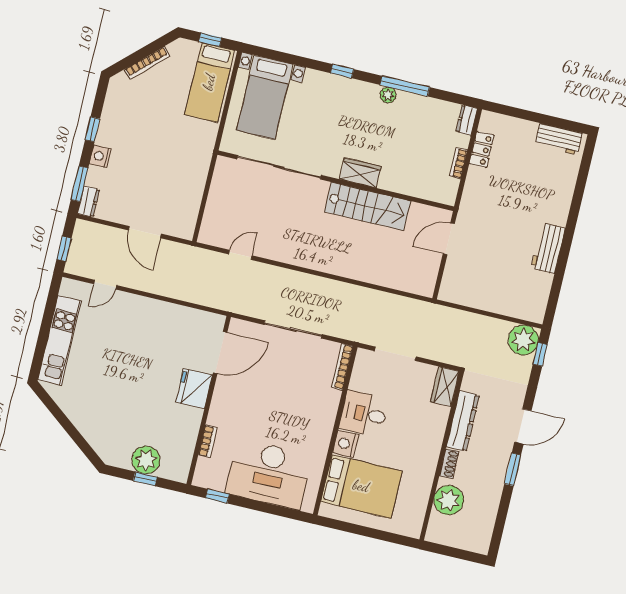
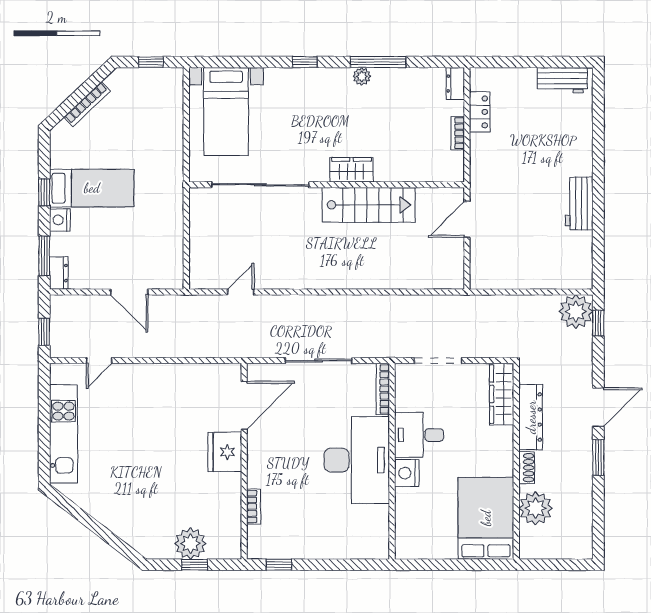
bed: (209, 82) -> (92, 188), moved, turned -90
wardrobe: (445, 387) -> (502, 394), width x1.50
desk: (269, 474) -> (357, 460), moved, turned -90
bed: (361, 486) -> (486, 518), moved, turned -90

